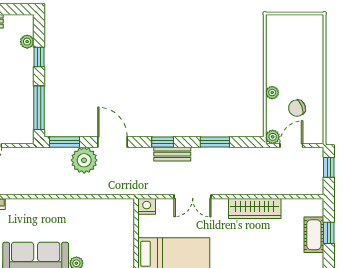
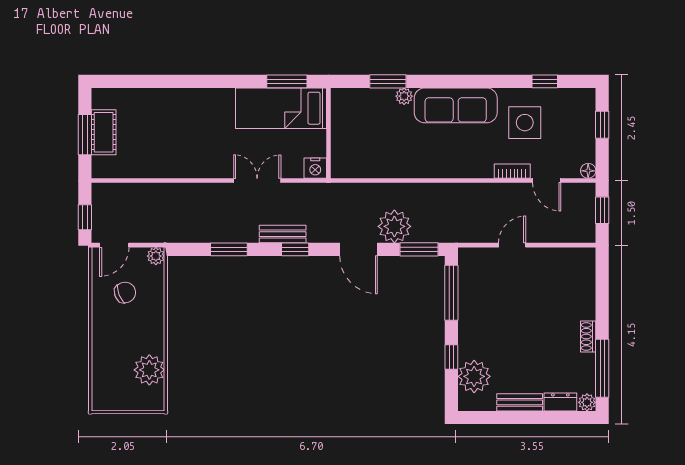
plant: (27, 42) -> (474, 376), width x1.88, depth x1.88
plant: (272, 93) -> (149, 370), moved, width x1.88, depth x1.88
door: (291, 145) -> (114, 245), moved
wardrobe: (255, 208) -> (178, 166), removed
window: (329, 233) -> (85, 135), width x1.50

